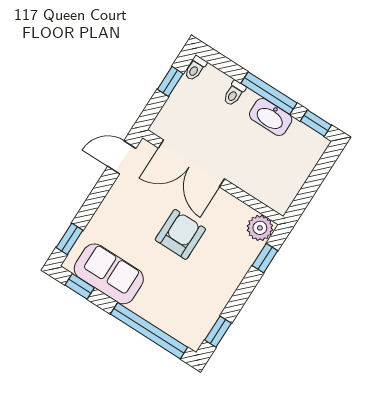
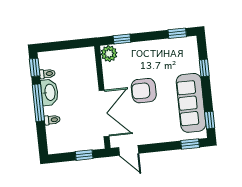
toilet: (195, 68) -> (47, 74), moved
window: (170, 81) -> (84, 155), moved
sofa: (109, 274) -> (191, 103), width x1.36
window: (149, 331) -> (204, 68), width x0.32

